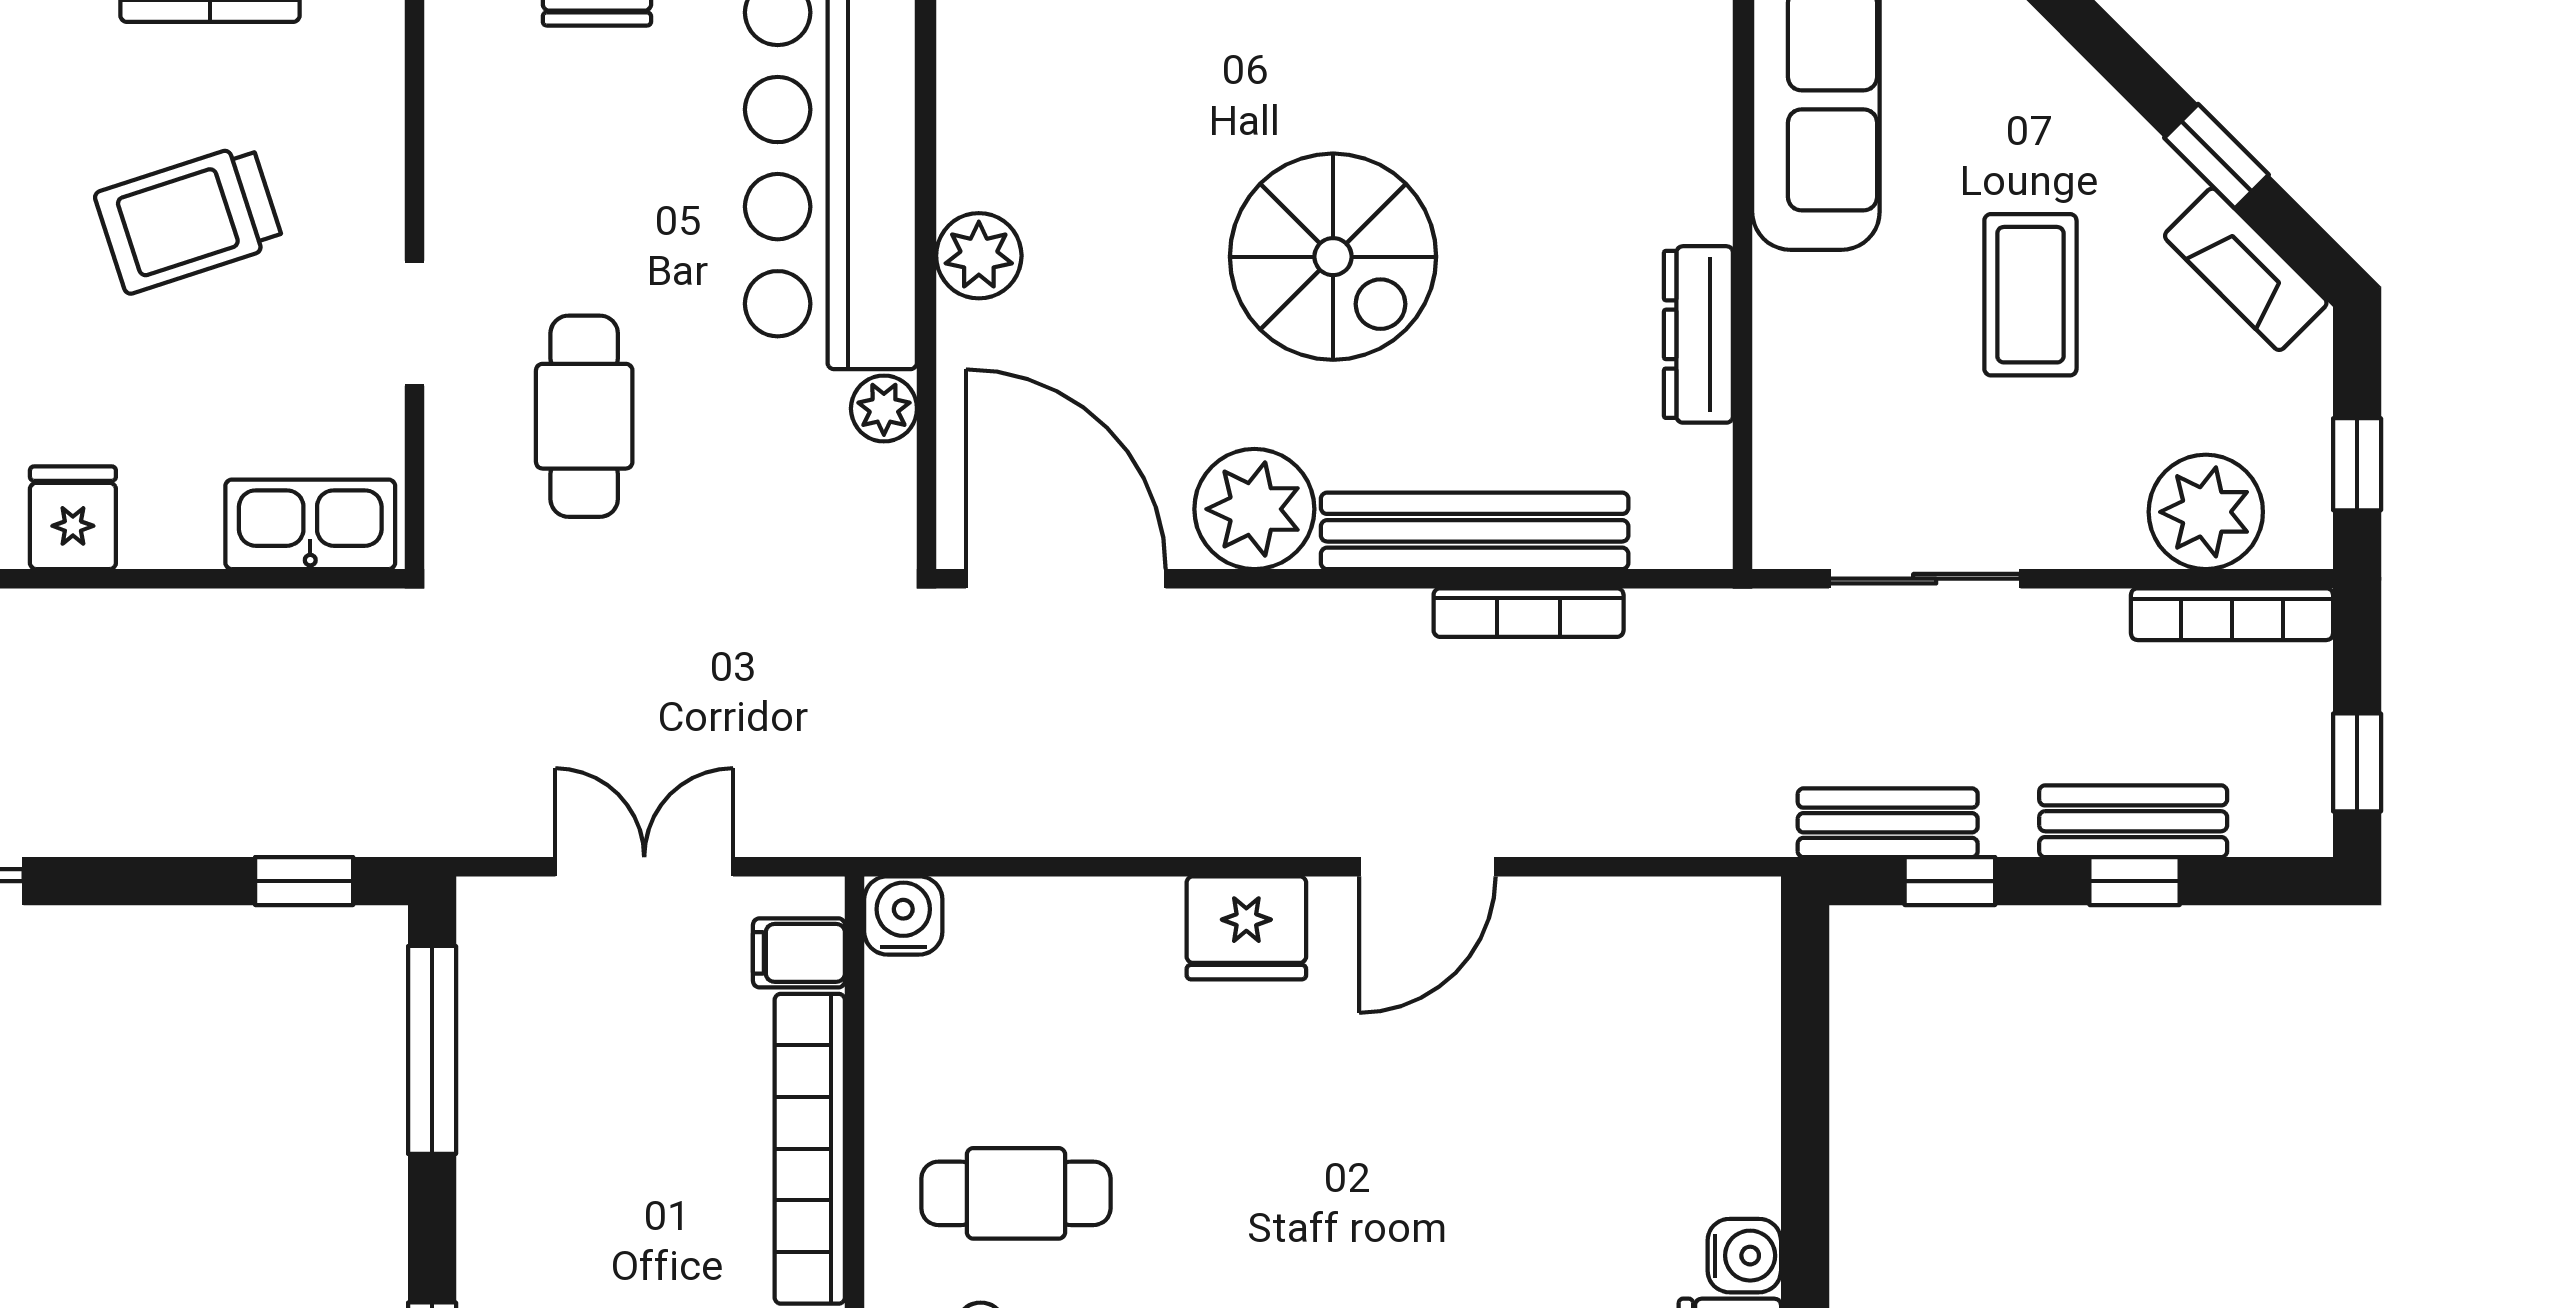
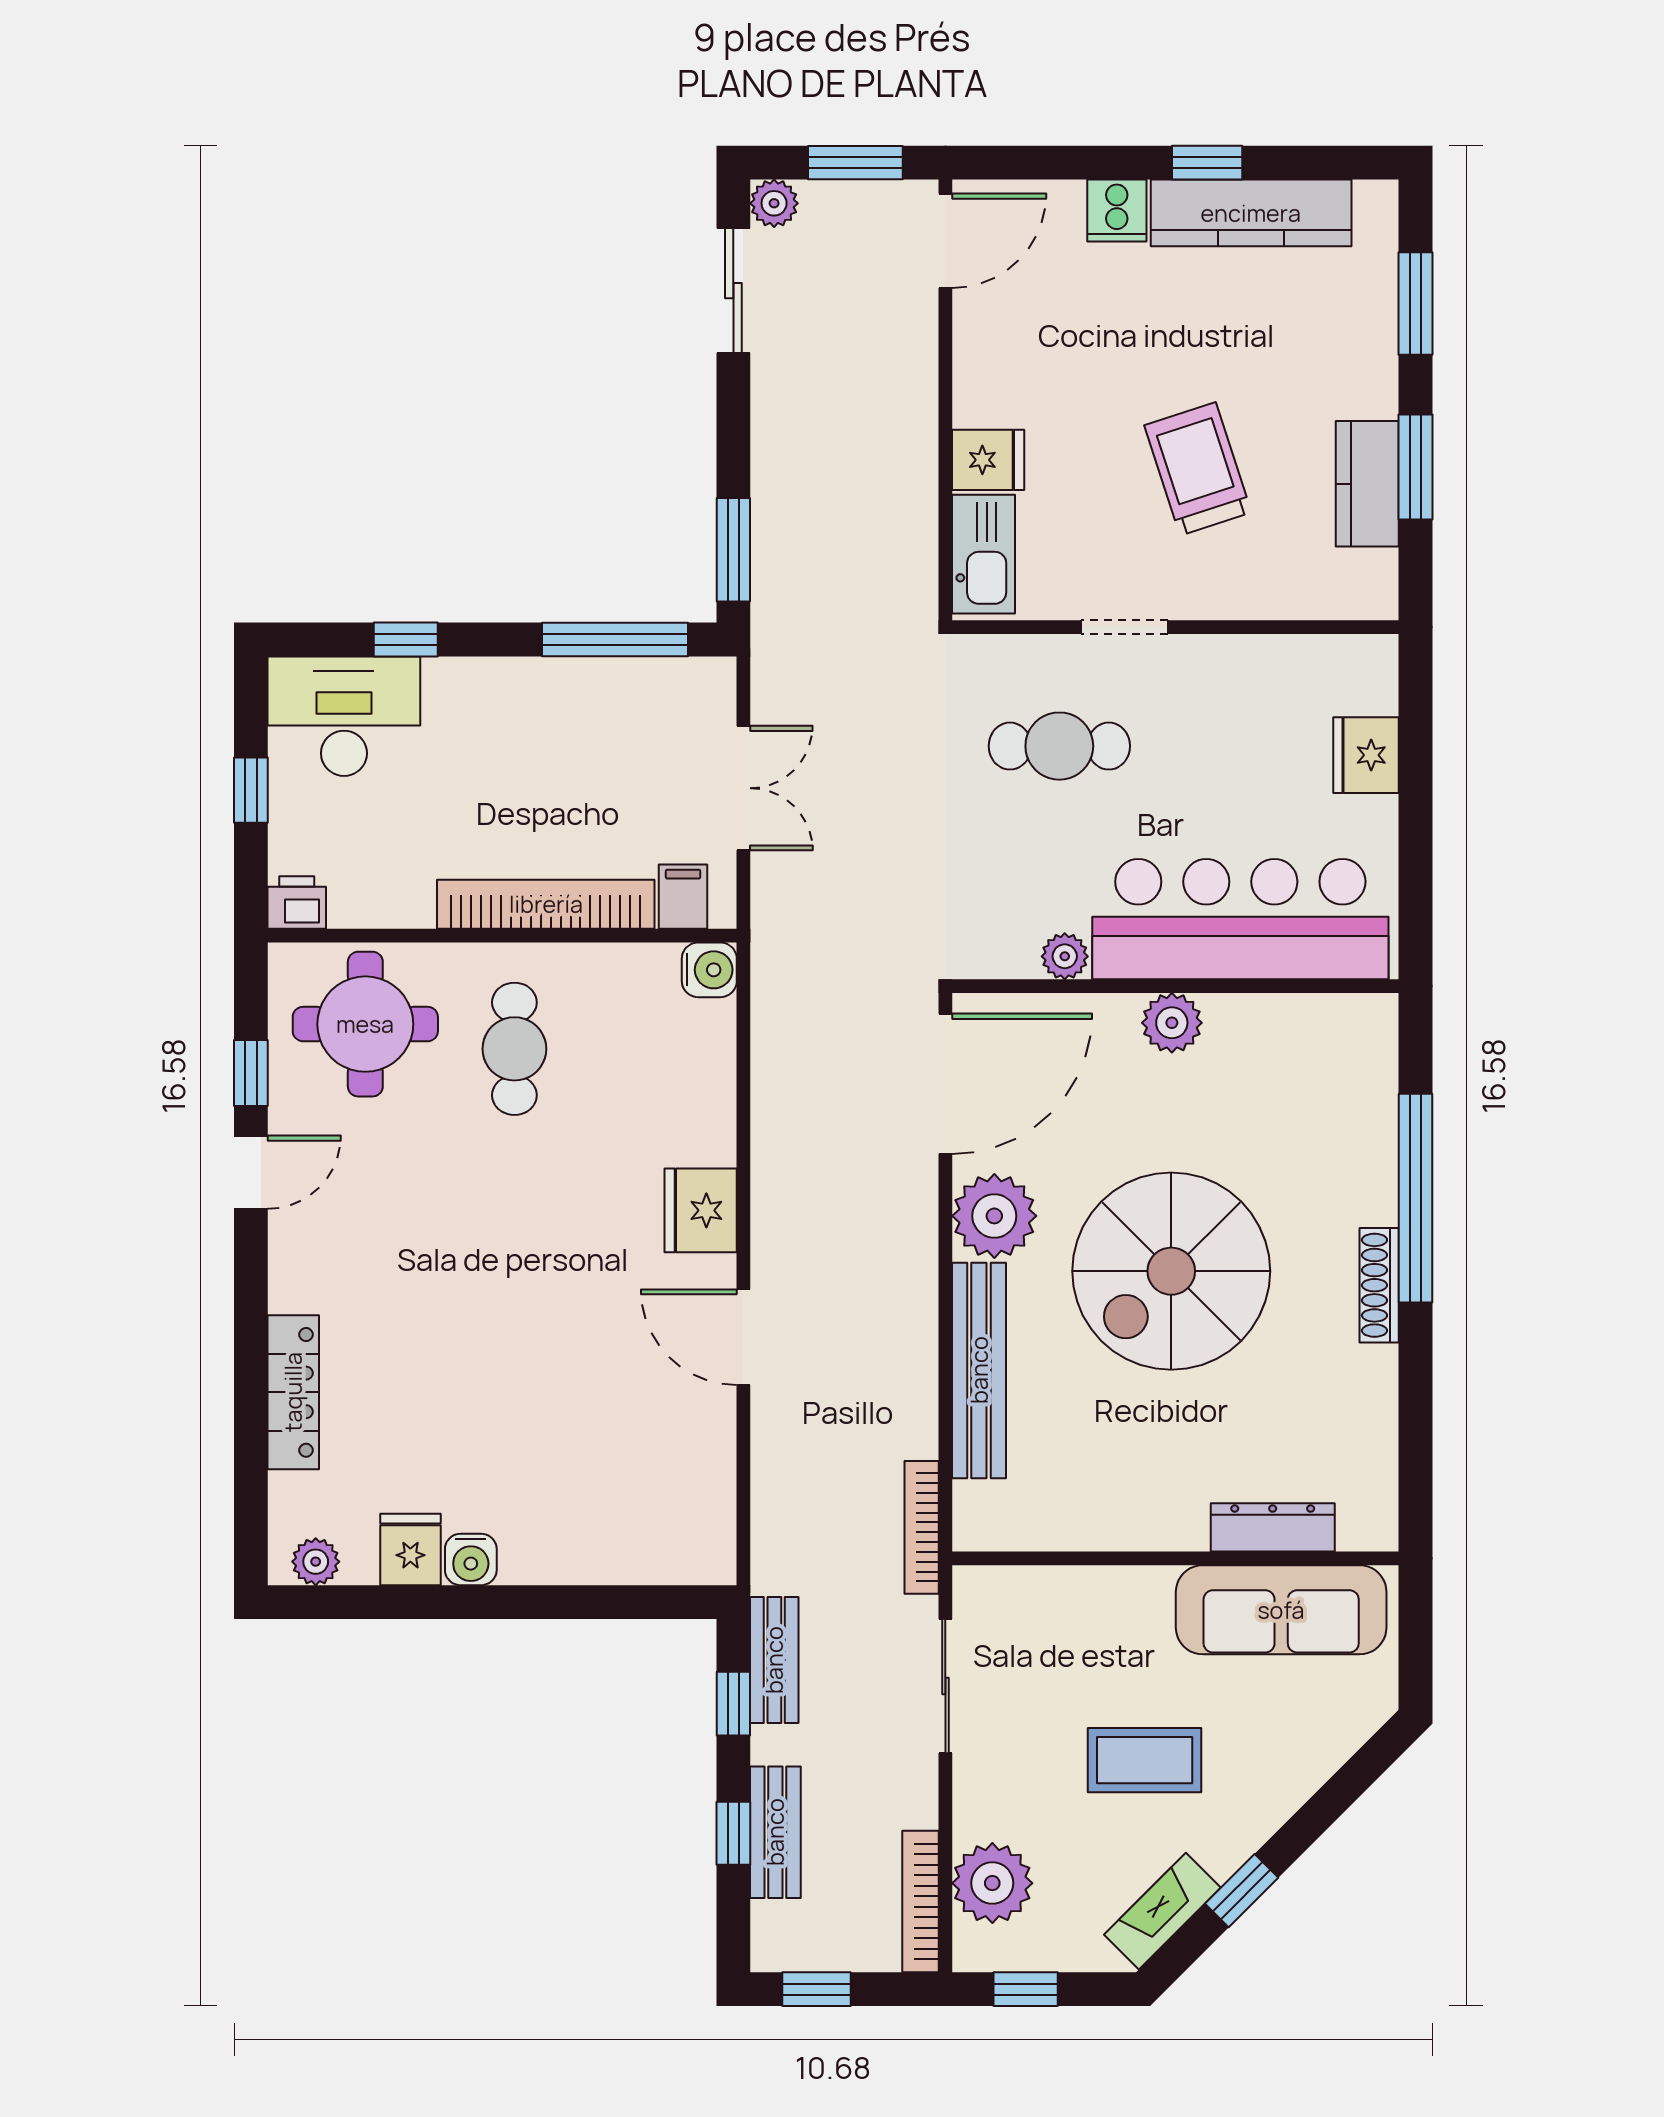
spiral stairs: (1333, 257) -> (1171, 1271), width x1.37, depth x1.37
dresser: (1698, 334) -> (1273, 1527), moved
fridge: (73, 518) -> (988, 460), moved
bookcase: (1529, 613) -> (922, 1527), moved
window: (304, 881) -> (733, 550), width x1.50

